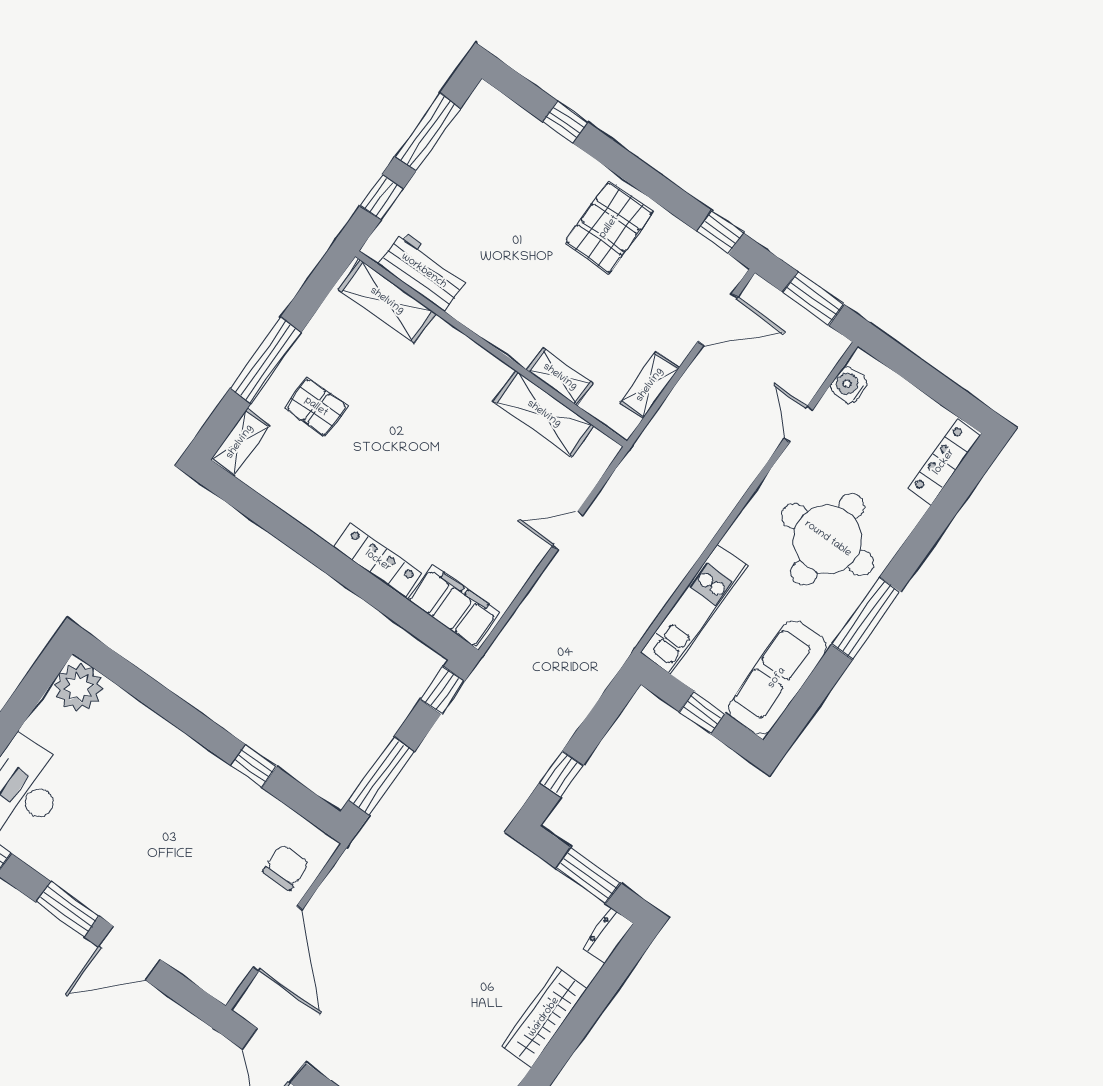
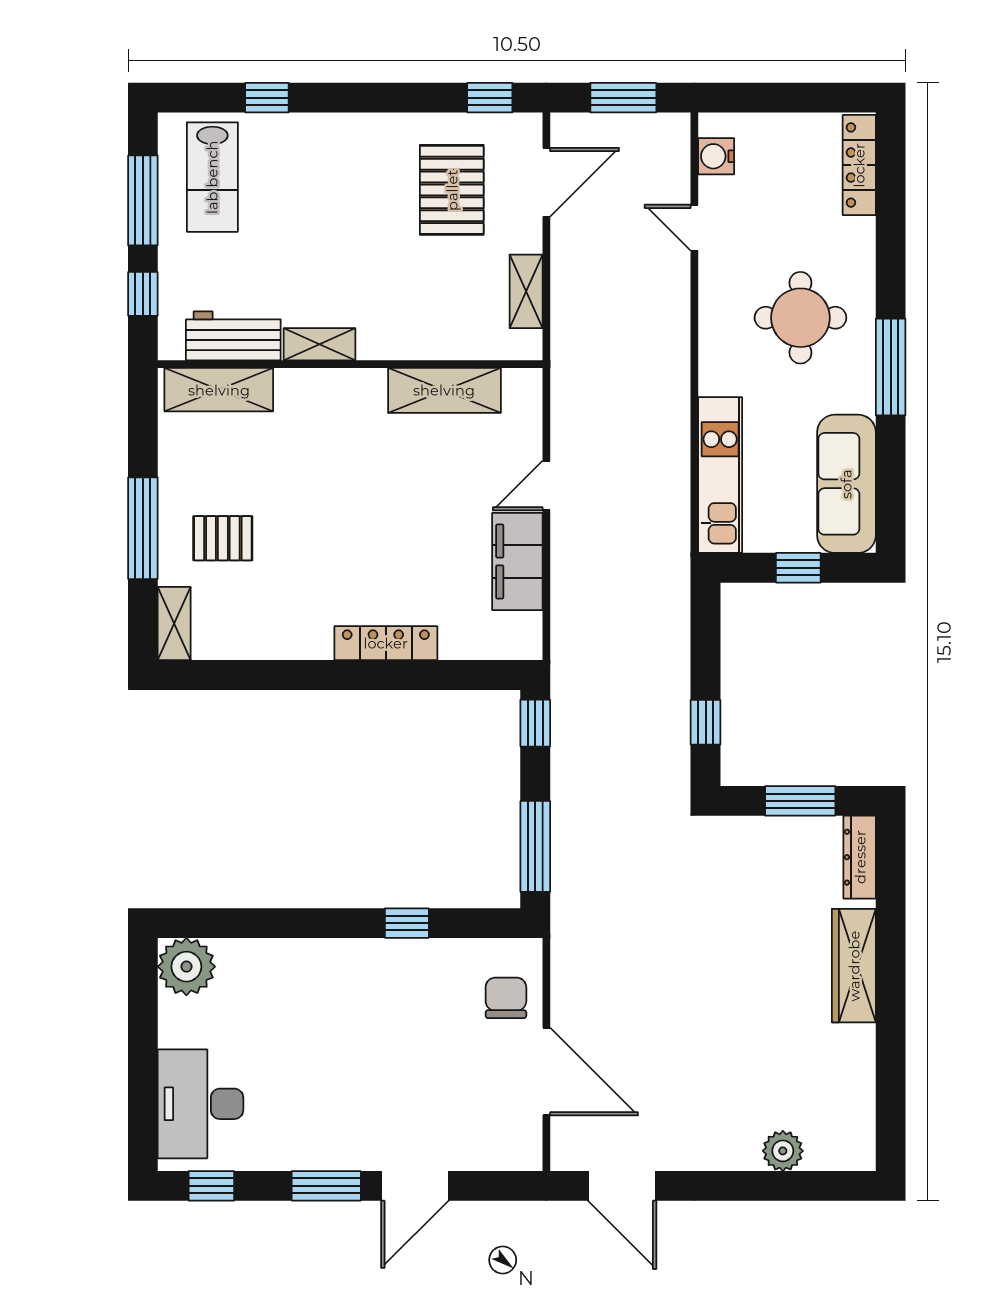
lab bench: (488, 150) -> (212, 177), added
pallet: (609, 227) -> (452, 190), moved
shelving: (560, 377) -> (319, 344), moved
round table: (828, 539) -> (800, 318), width x0.73, depth x0.73
filing cabinet: (454, 606) -> (517, 561), moved, turned -90
dresser: (608, 936) -> (860, 857), width x1.44

